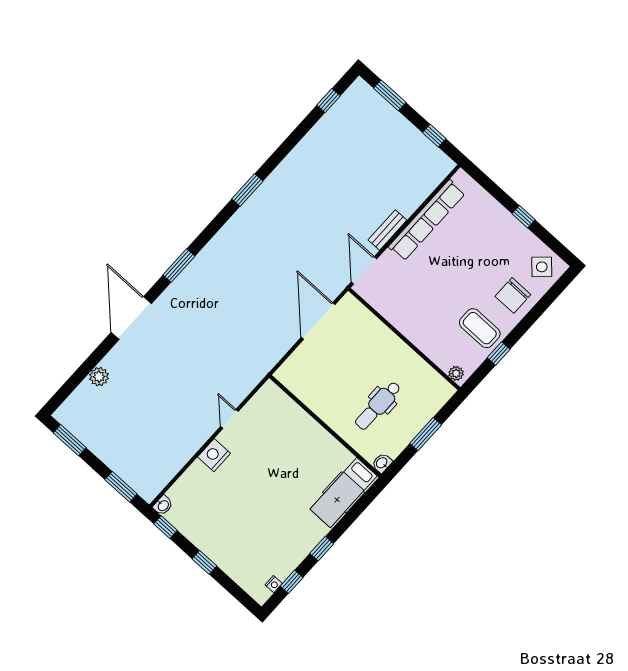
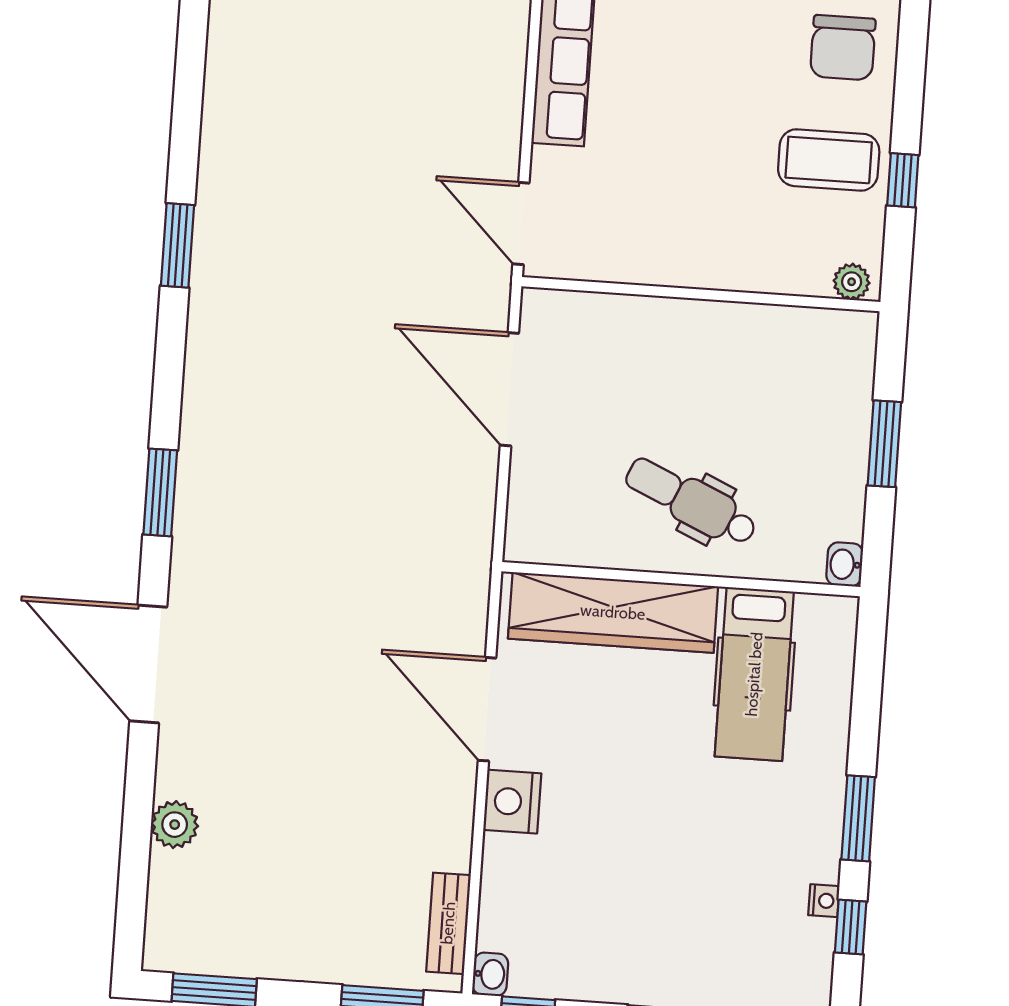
bench: (387, 230) -> (448, 923), moved
dental chair: (378, 406) -> (691, 502), moved, turned 114
door: (229, 419) -> (487, 709), width x1.87
wardrobe: (295, 420) -> (613, 612), added
hospital bed: (344, 493) -> (754, 674), moved
window: (322, 549) -> (858, 818), width x1.50
nightstand: (274, 584) -> (824, 901), moved

